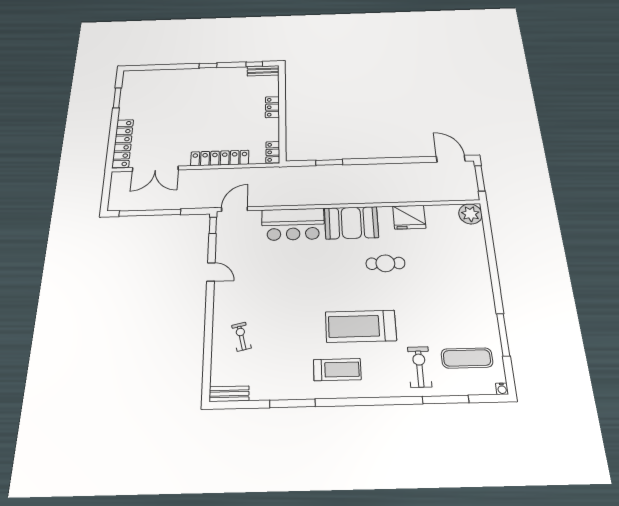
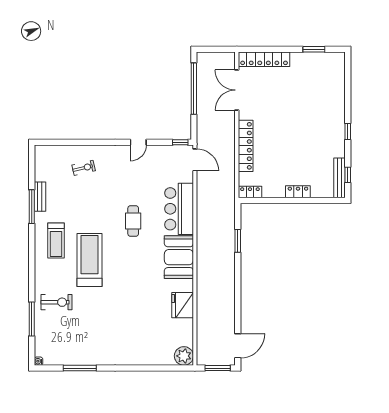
bench: (263, 71) -> (339, 178), width x1.36
cafe table: (385, 263) -> (133, 221), moved
exercise mat: (467, 358) -> (62, 338), removed
bench: (229, 394) -> (40, 197), moved

